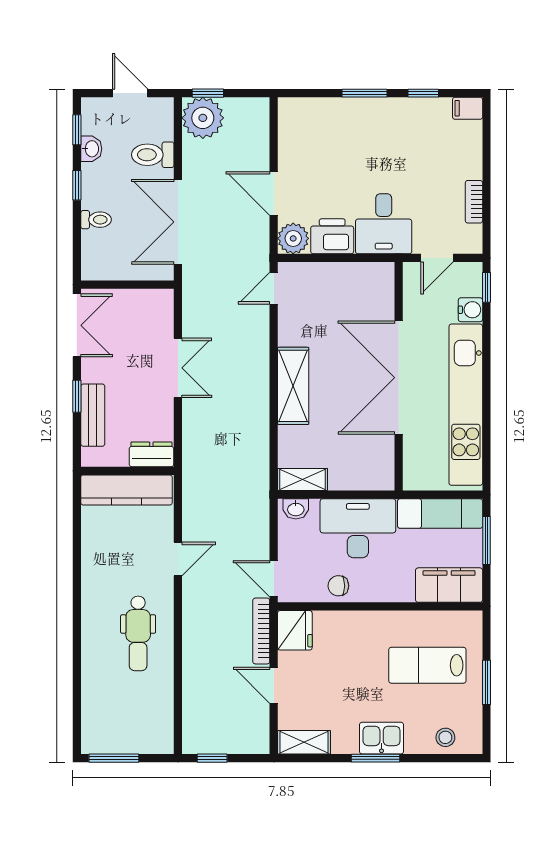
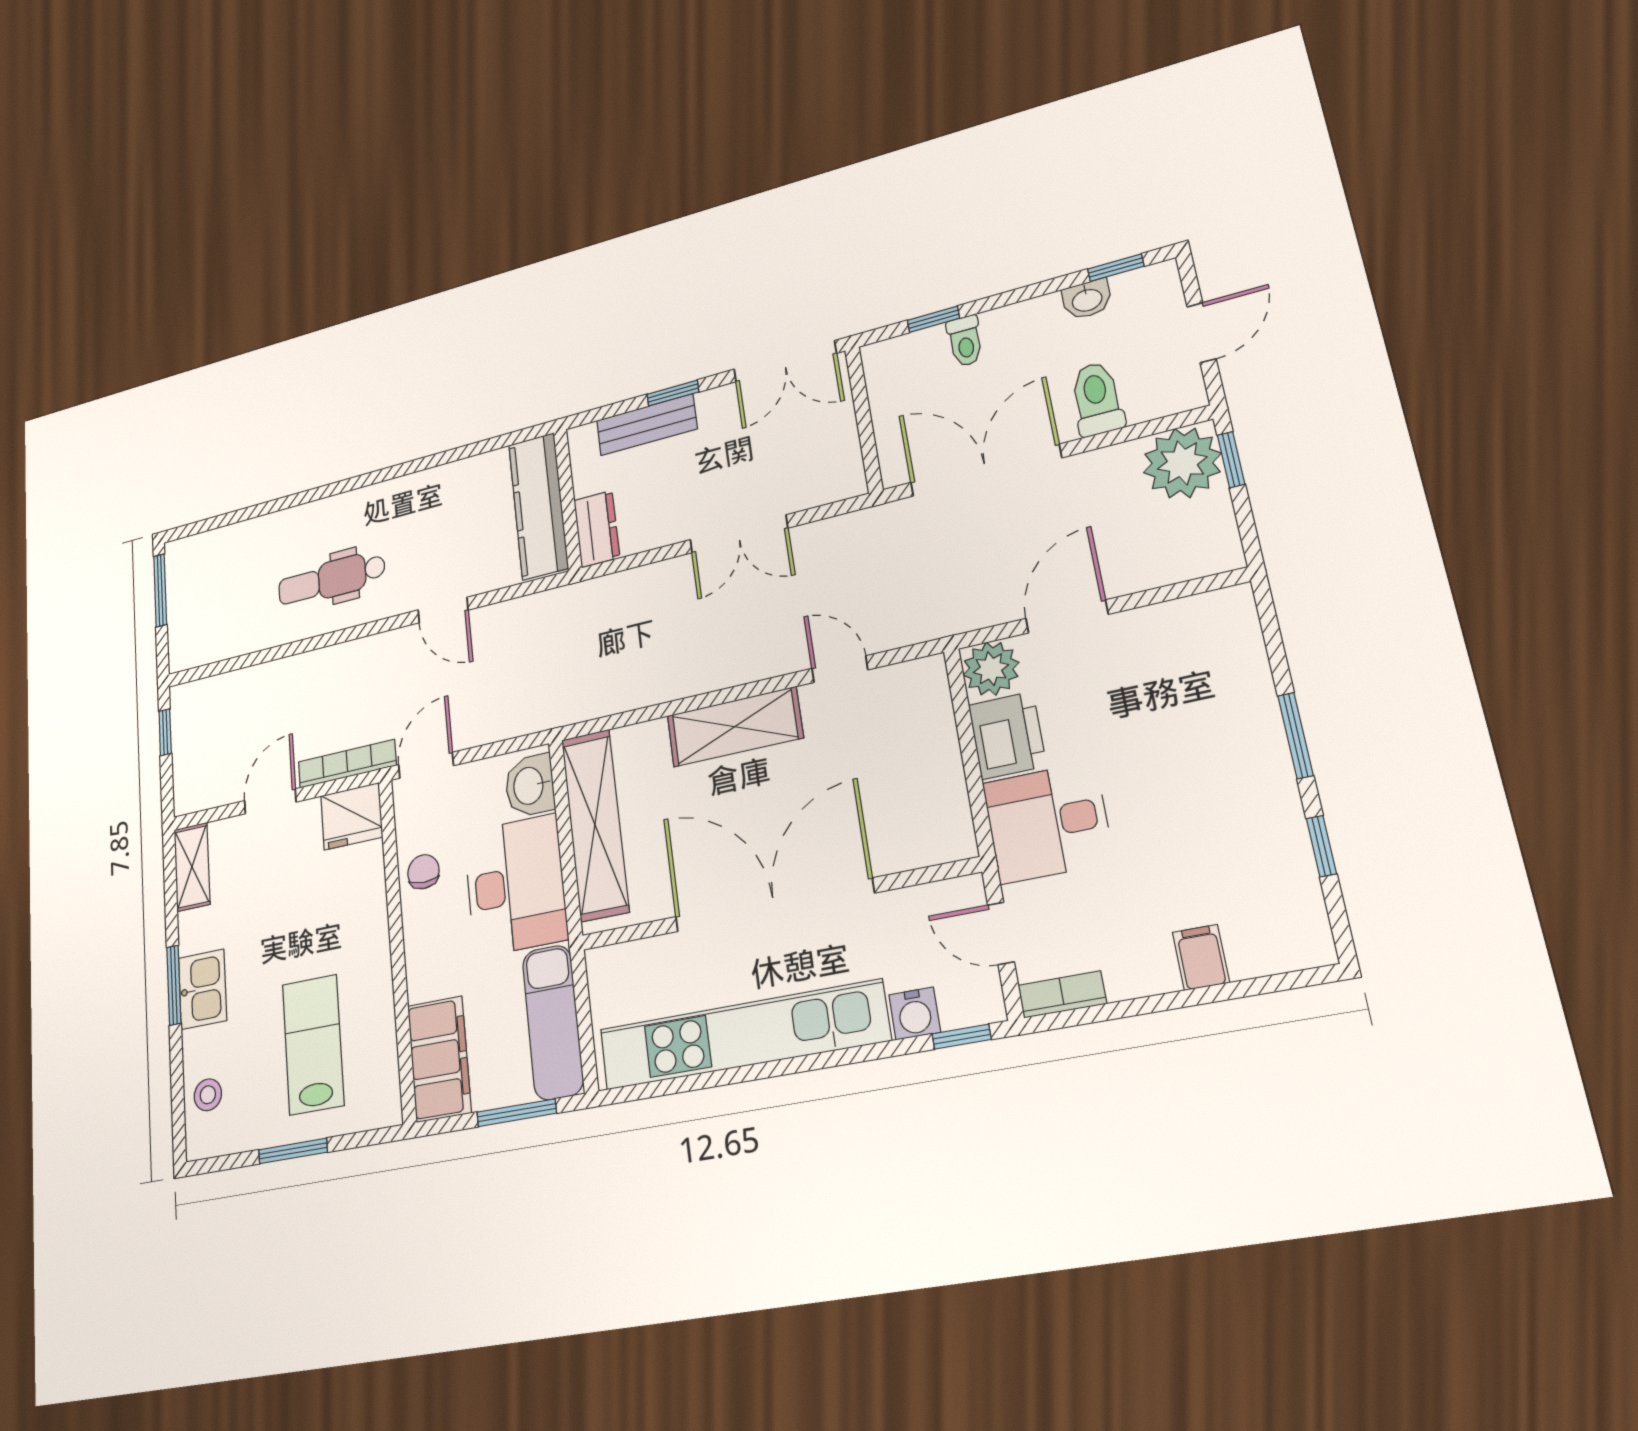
filing cabinet: (468, 108) -> (1201, 957), moved
window: (77, 185) -> (933, 319), moved
bookcase: (474, 202) -> (1062, 995), moved
door: (274, 288) -> (840, 669), moved
shelving: (303, 480) -> (595, 825), width x2.20, depth x1.33
washbasin: (296, 509) -> (530, 786), width x1.38, depth x1.45

